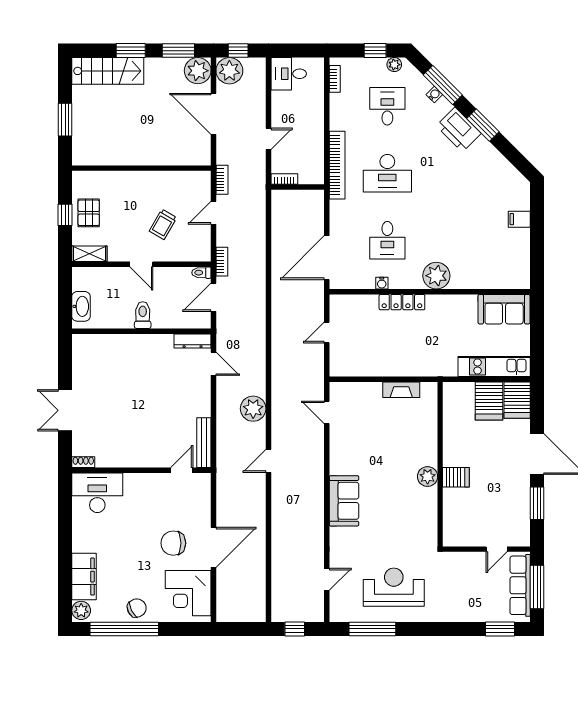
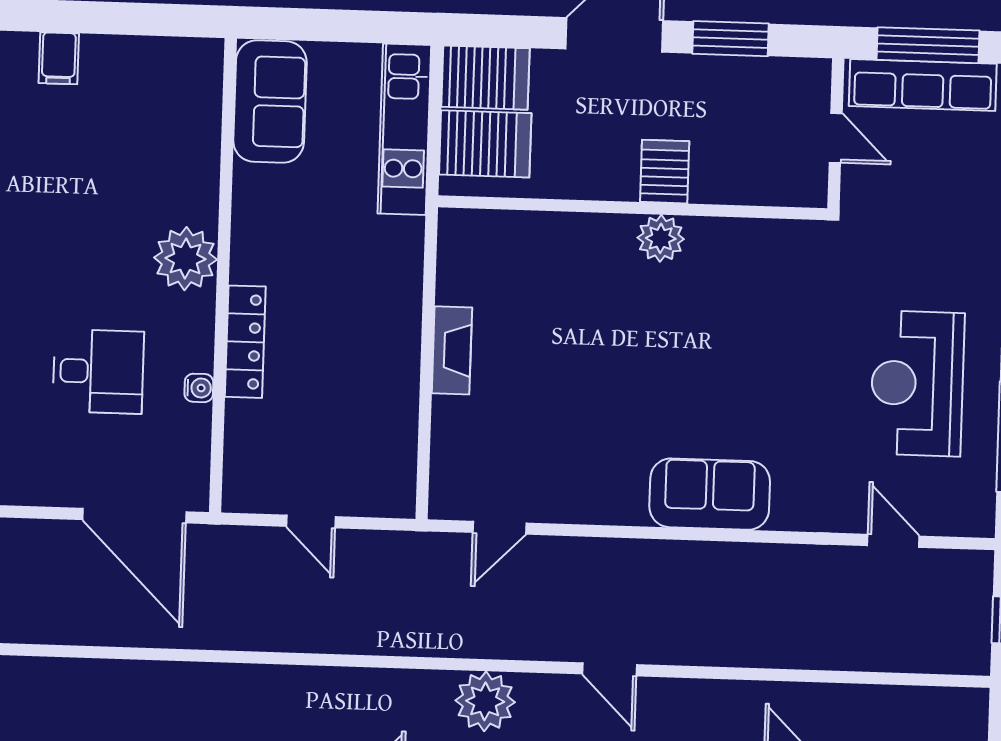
wall: (440, 464) -> (633, 208), moved
plant: (428, 477) -> (661, 238), moved
server rack: (456, 477) -> (665, 172), moved

